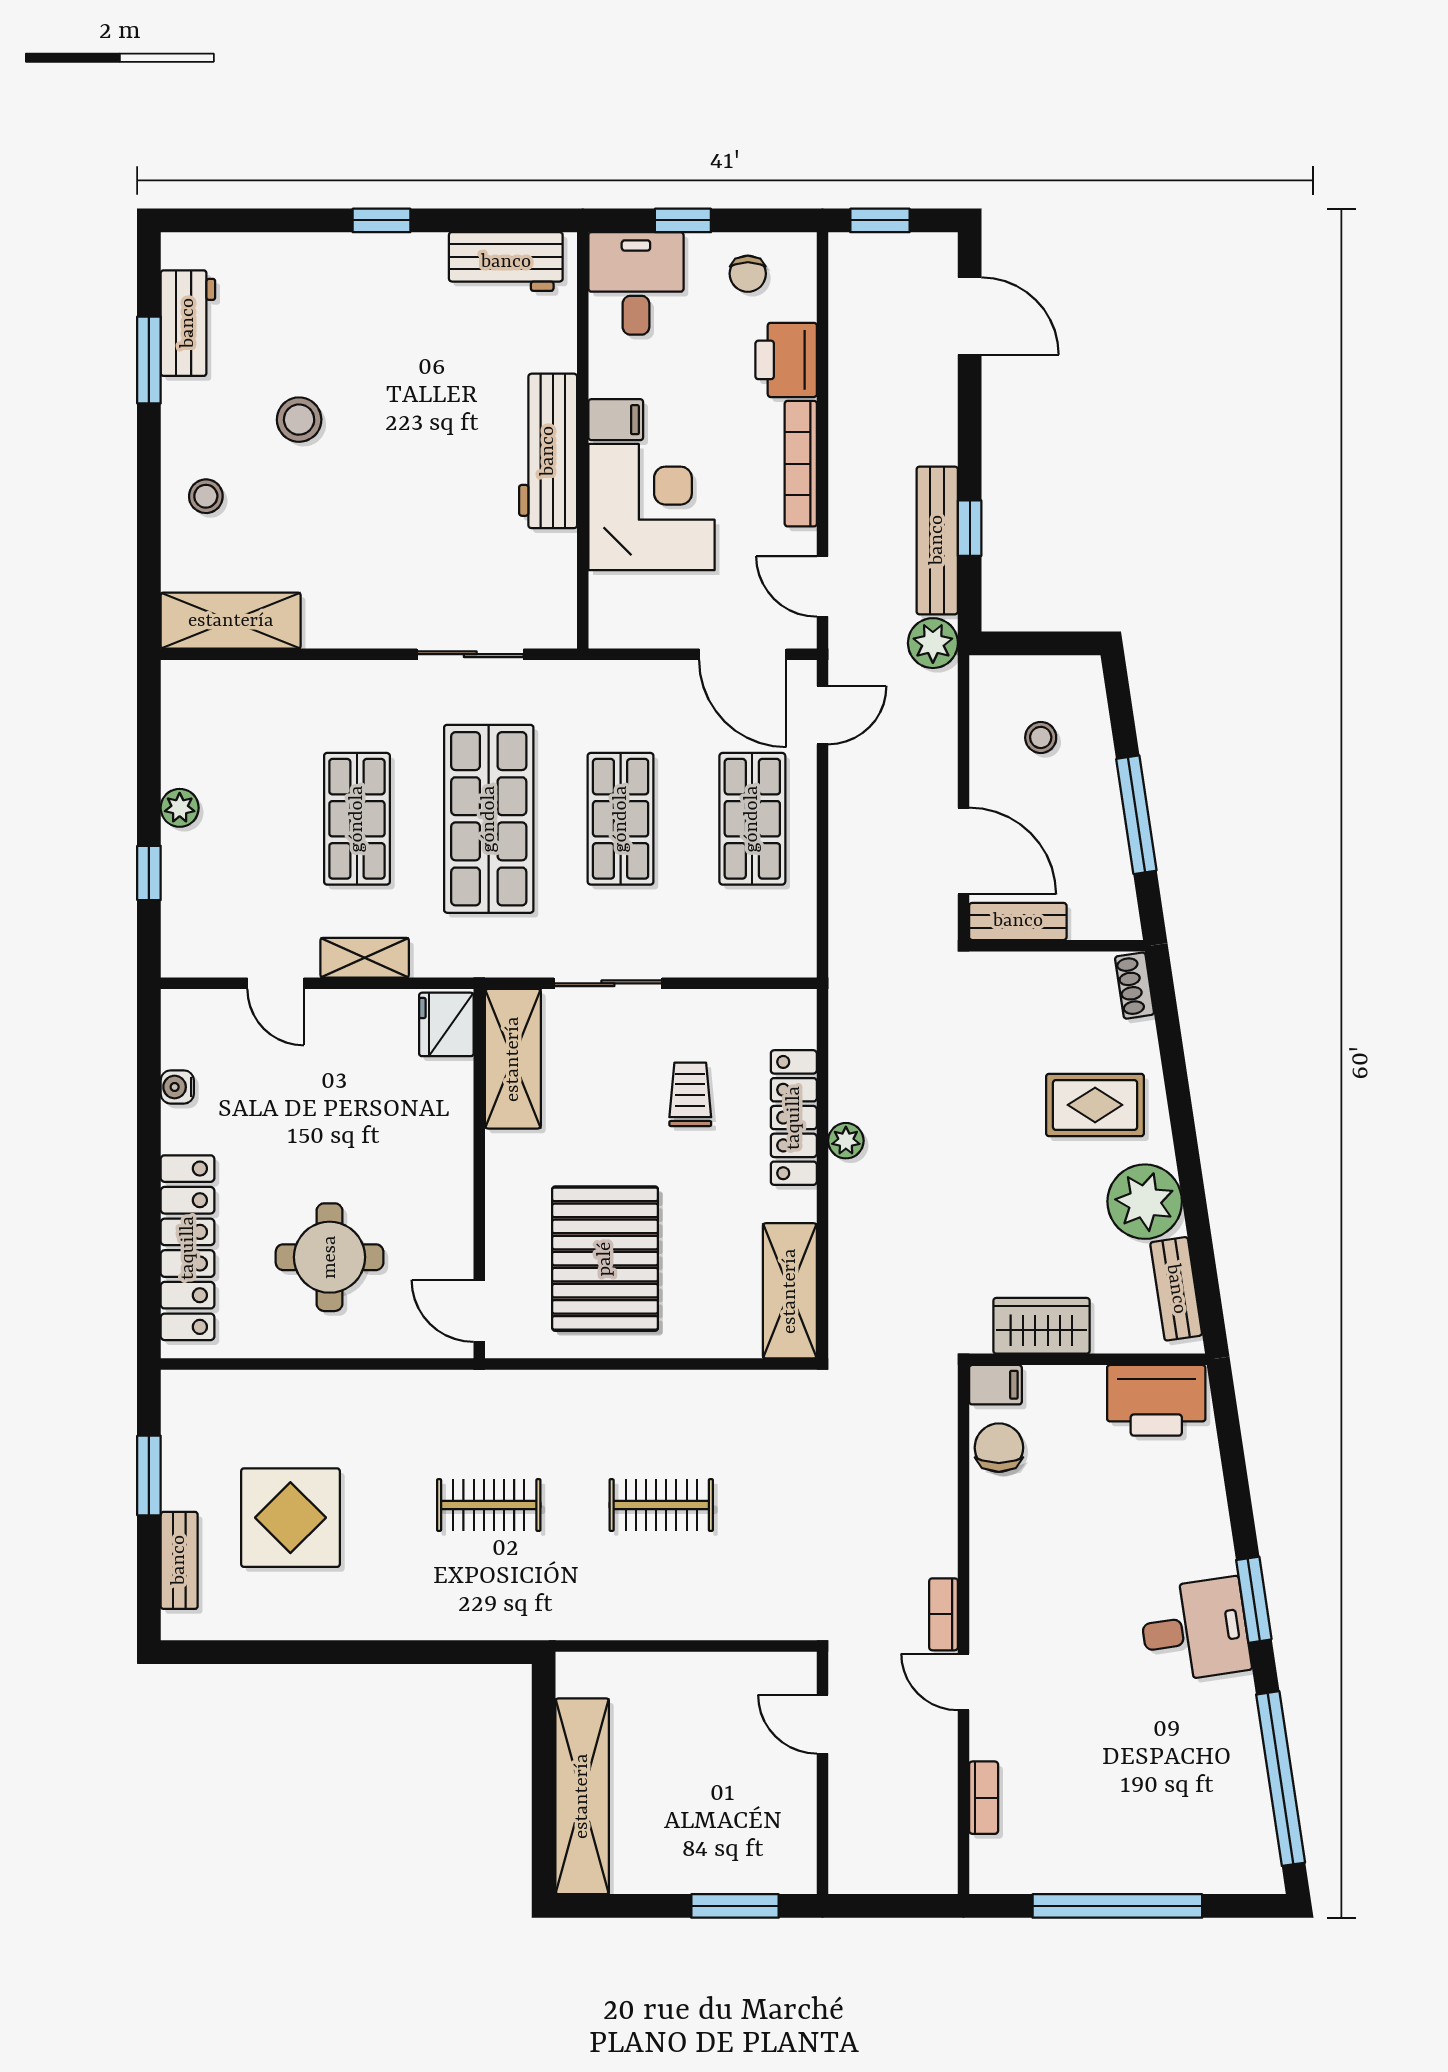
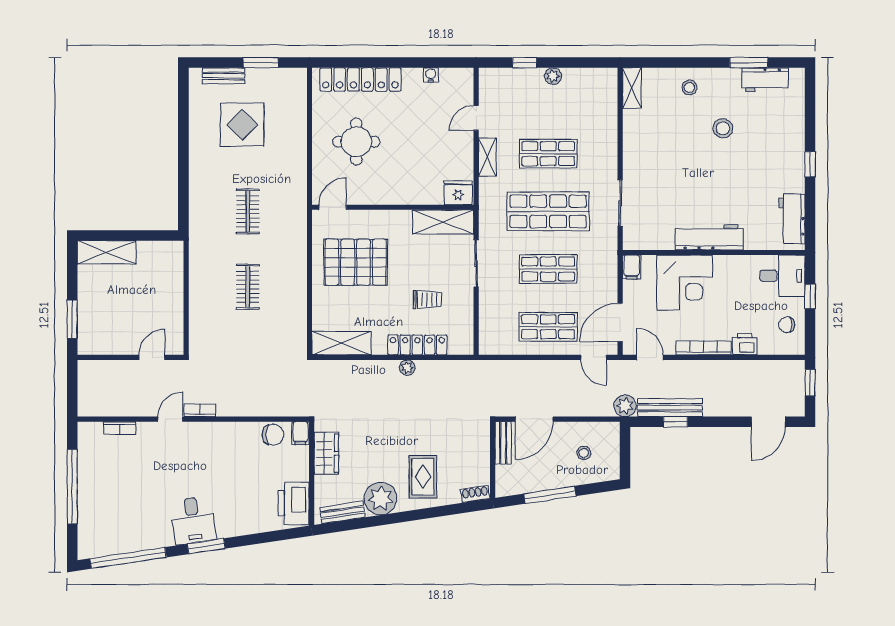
printer: (786, 360) -> (745, 344), width x0.73, depth x0.81
filing cabinet: (616, 420) -> (632, 267), moved
door: (822, 586) -> (650, 357), hinge flipped
shelving: (231, 621) -> (632, 88), width x0.67, depth x0.75
shelving: (582, 1796) -> (107, 252), width x0.68

